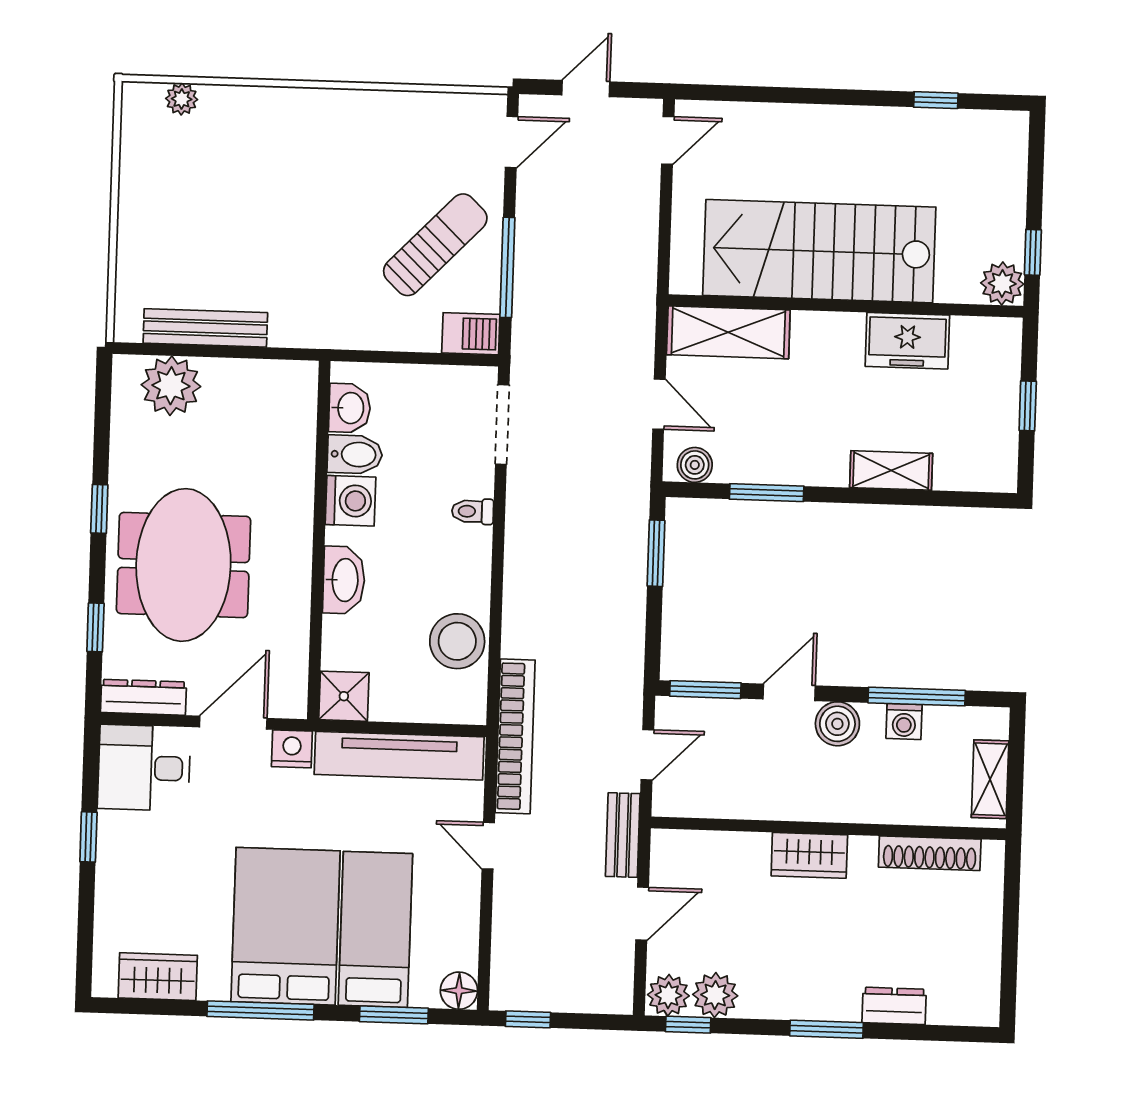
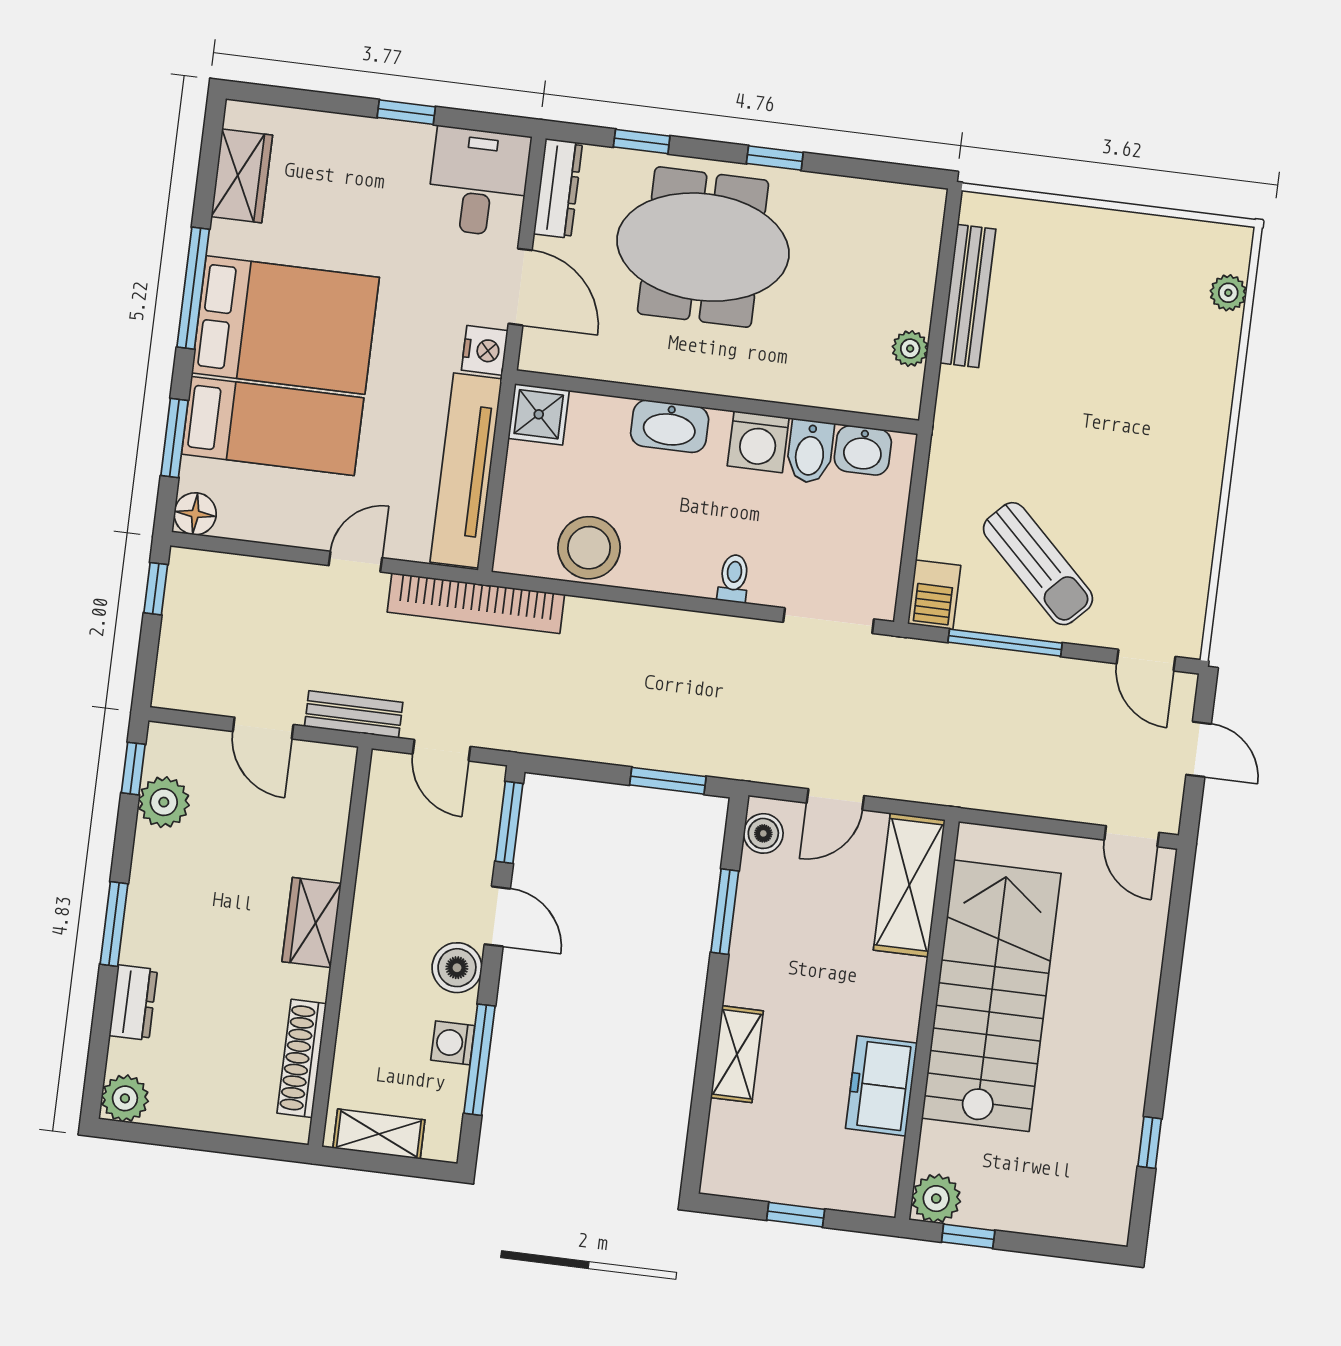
plant: (171, 386) -> (910, 349), moved, width x0.53, depth x0.53
plant: (668, 995) -> (125, 1098), moved

